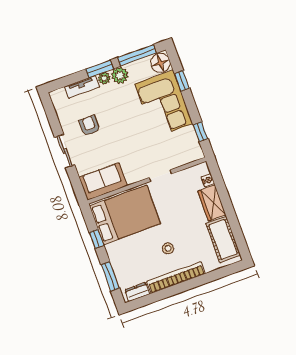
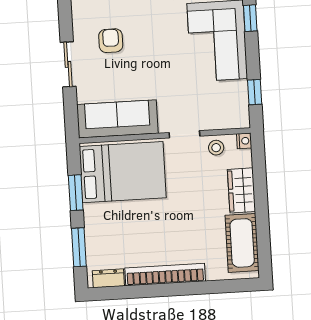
nightstand: (208, 180) -> (244, 141), moved
sofa: (103, 181) -> (117, 119), width x1.36
window: (97, 239) -> (76, 193), width x1.50
stool: (168, 248) -> (216, 148), moved

